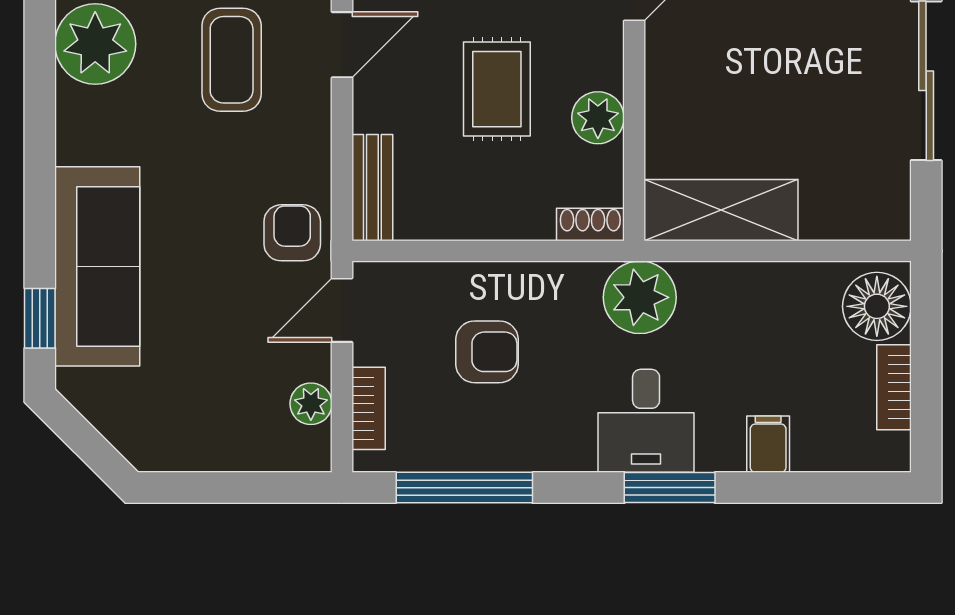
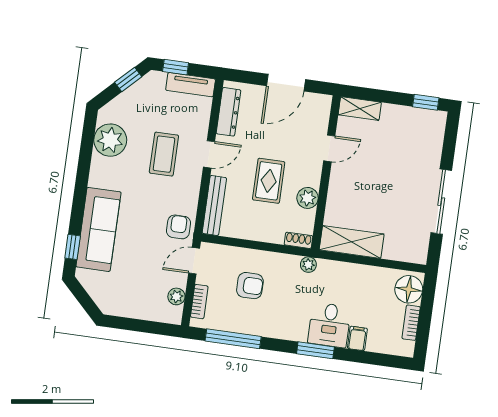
bench: (372, 188) -> (214, 206), width x1.36
plant: (640, 297) -> (308, 265), width x0.53, depth x0.53
desk: (646, 421) -> (329, 325), moved

